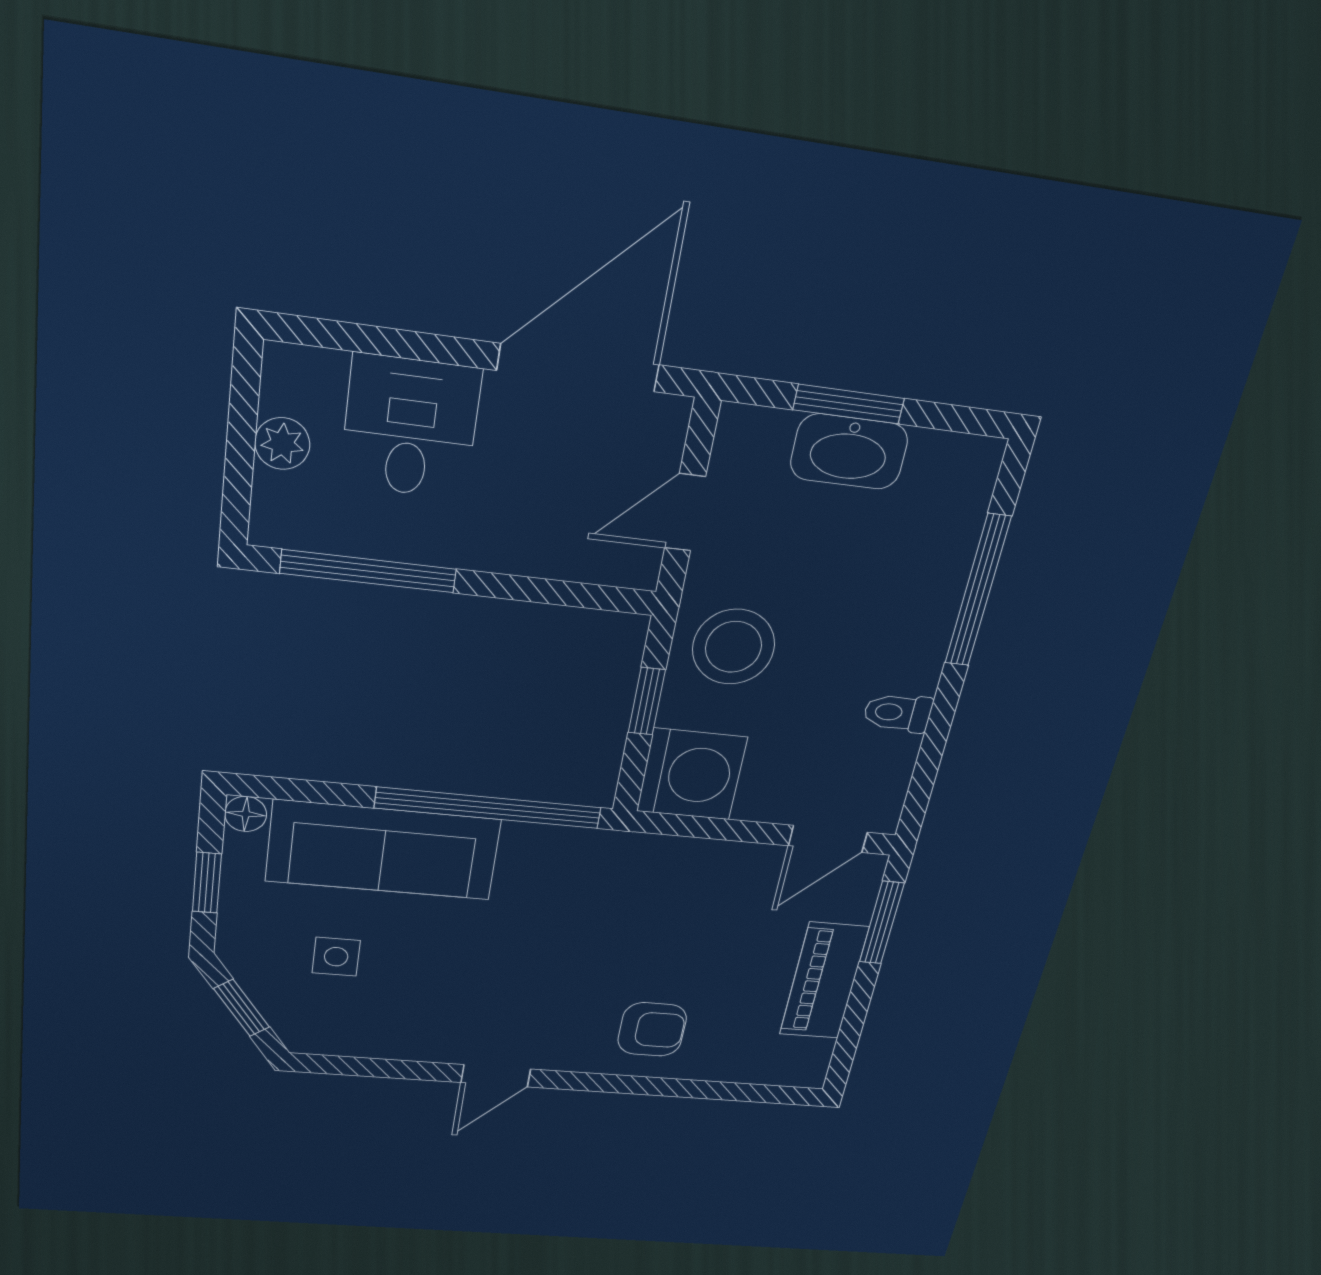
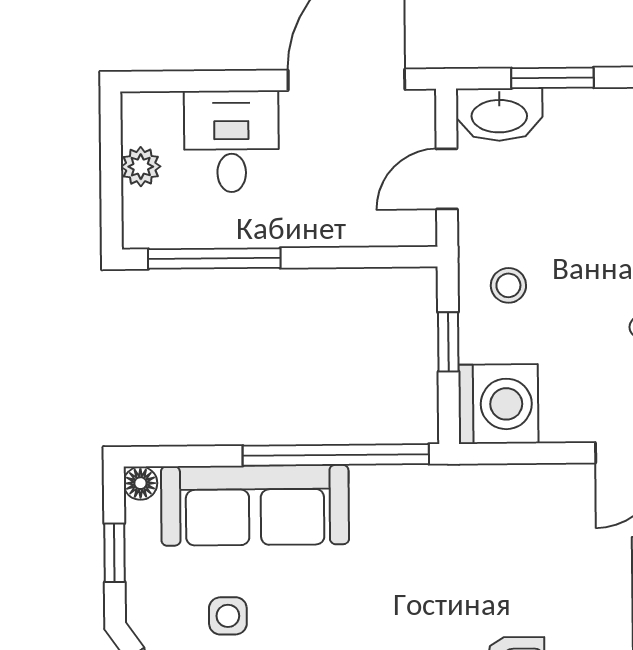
washbasin: (849, 452) -> (499, 115), moved
stool: (734, 647) -> (508, 285), width x0.53, depth x0.53

